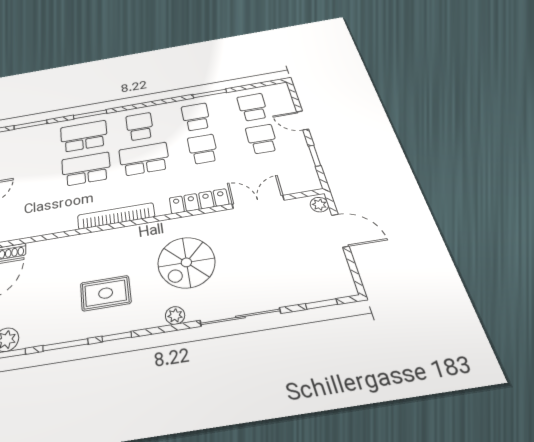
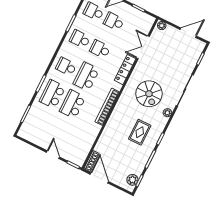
door: (340, 231) -> (188, 33), moved

